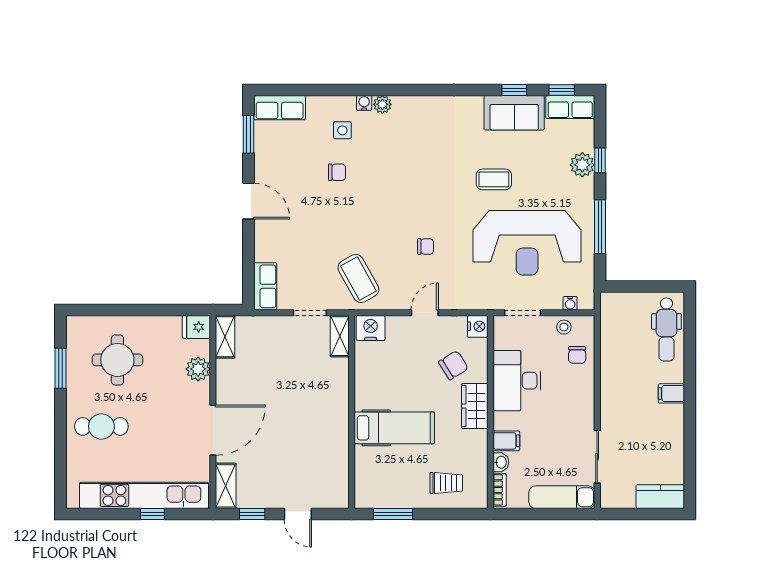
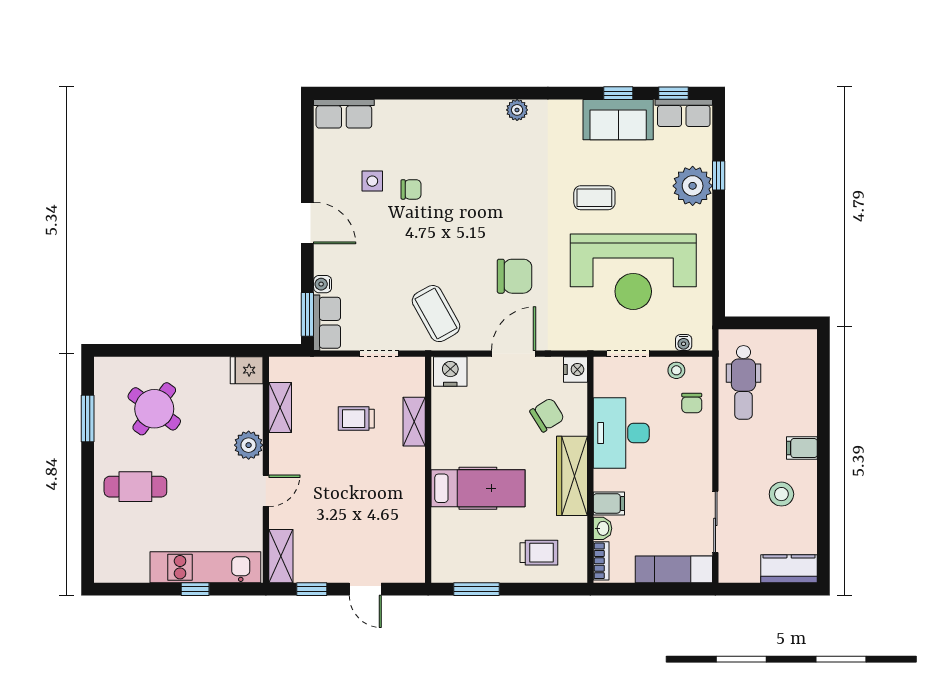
water cooler: (364, 103) -> (323, 284), moved, turned -90
plant: (382, 104) -> (517, 110), moved
side table: (342, 130) -> (372, 181), moved
window: (248, 134) -> (307, 314), moved
plant: (582, 165) -> (693, 186), width x1.36, depth x1.36
window: (600, 227) -> (719, 253), removed
chair: (426, 247) -> (515, 276), width x1.87, depth x1.87
door: (425, 313) -> (514, 354), width x1.38
dental chair: (666, 329) -> (743, 382), moved
shelving: (340, 336) -> (414, 422), moved
shelving: (225, 337) -> (280, 408), moved
round table: (117, 360) -> (154, 409), turned 36
trolley: (290, 368) -> (356, 419), added
plant: (198, 369) -> (249, 445), moved
wardrobe: (475, 406) -> (572, 476), width x1.50
door: (213, 430) -> (266, 491), width x0.53
stool: (654, 433) -> (781, 494), added
kitchen unit: (144, 495) -> (205, 567), width x0.73

